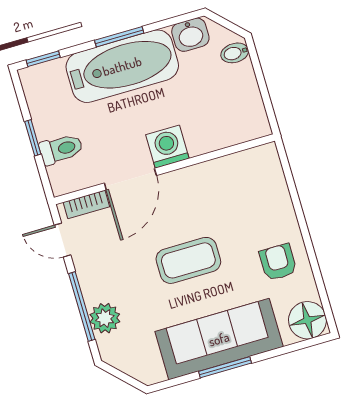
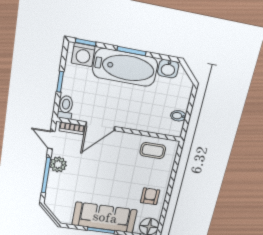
bidet: (235, 53) -> (178, 116), moved
washing machine: (167, 147) -> (83, 55), moved, turned 180
toilet: (61, 149) -> (66, 107), moved, turned -90
coffee table: (188, 260) -> (153, 151), moved, width x0.73, depth x0.77
plant: (105, 318) -> (58, 164), moved

